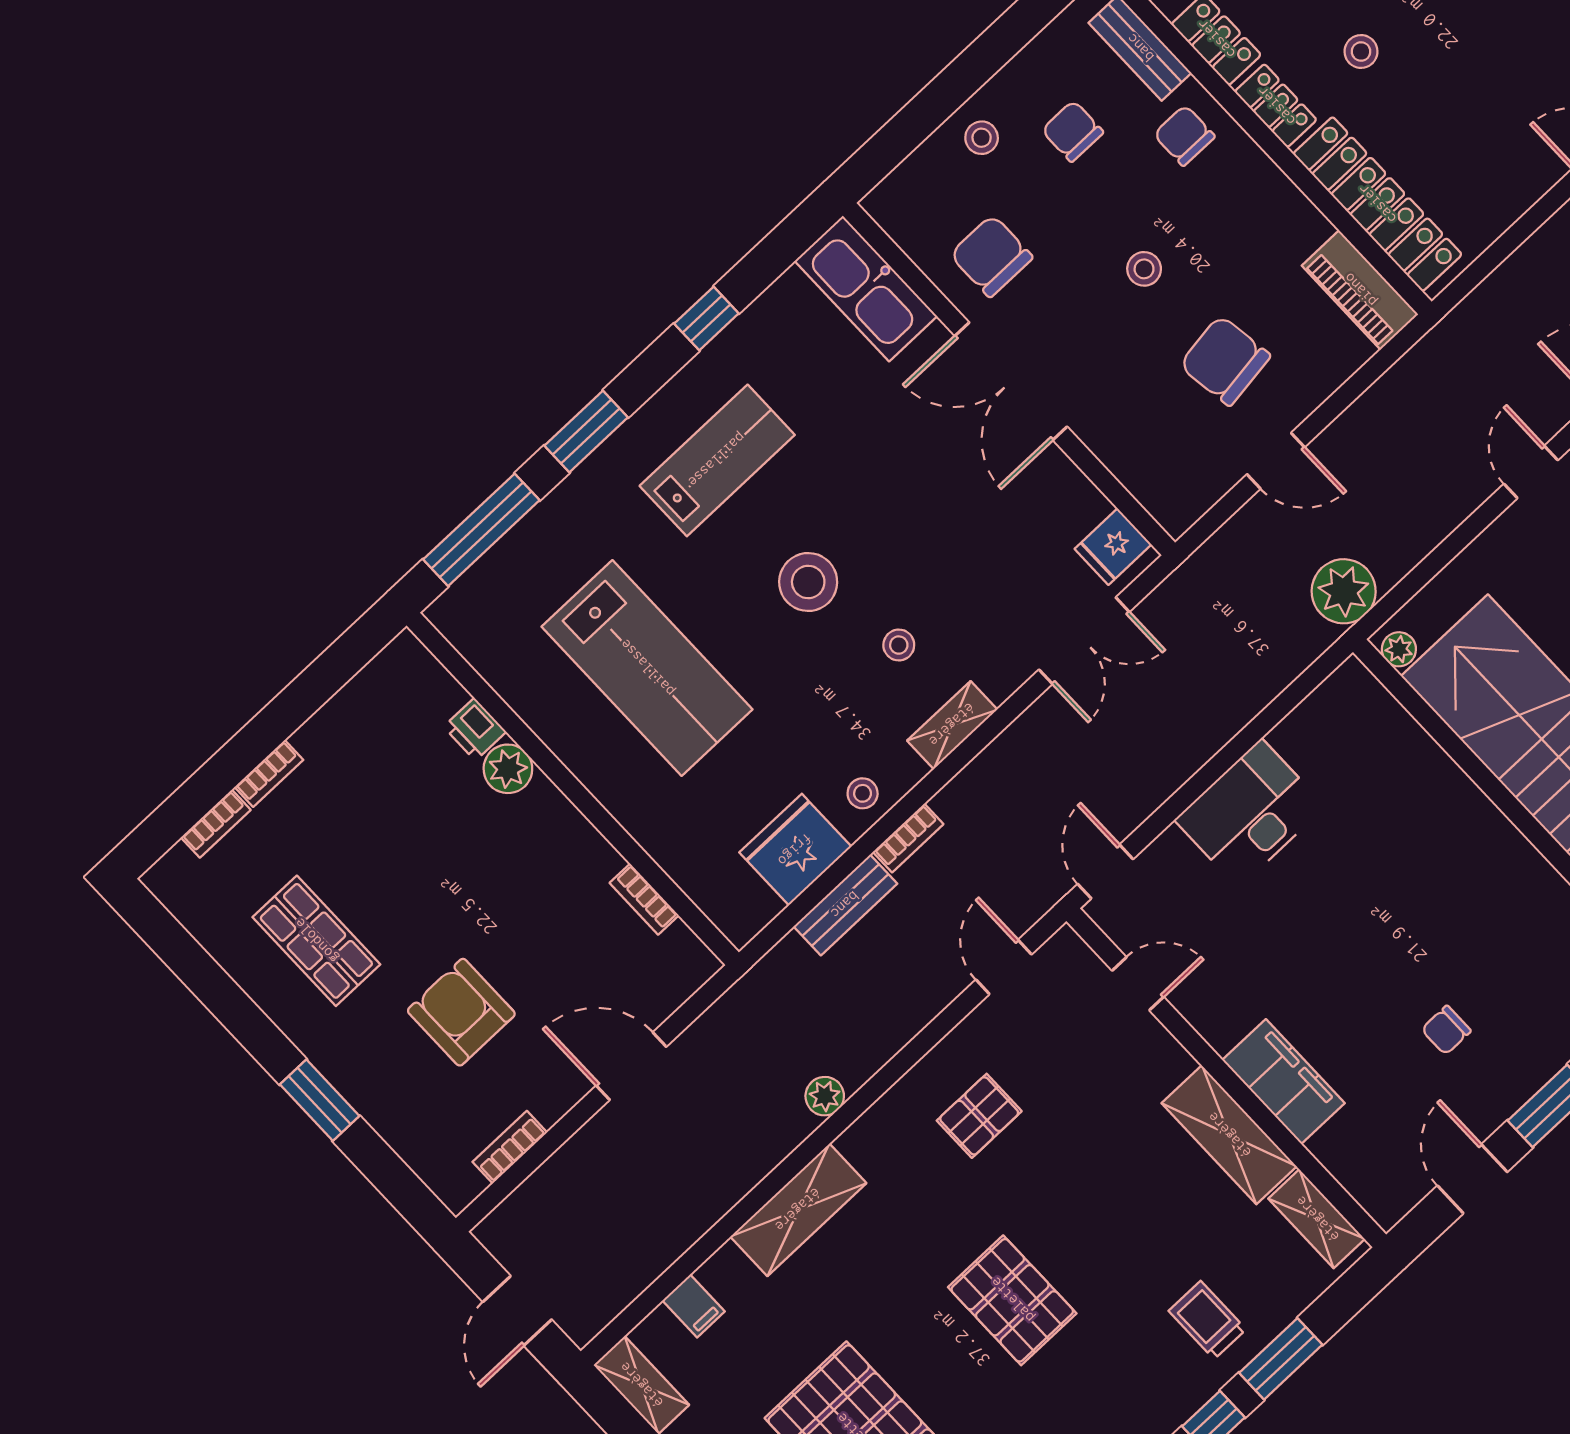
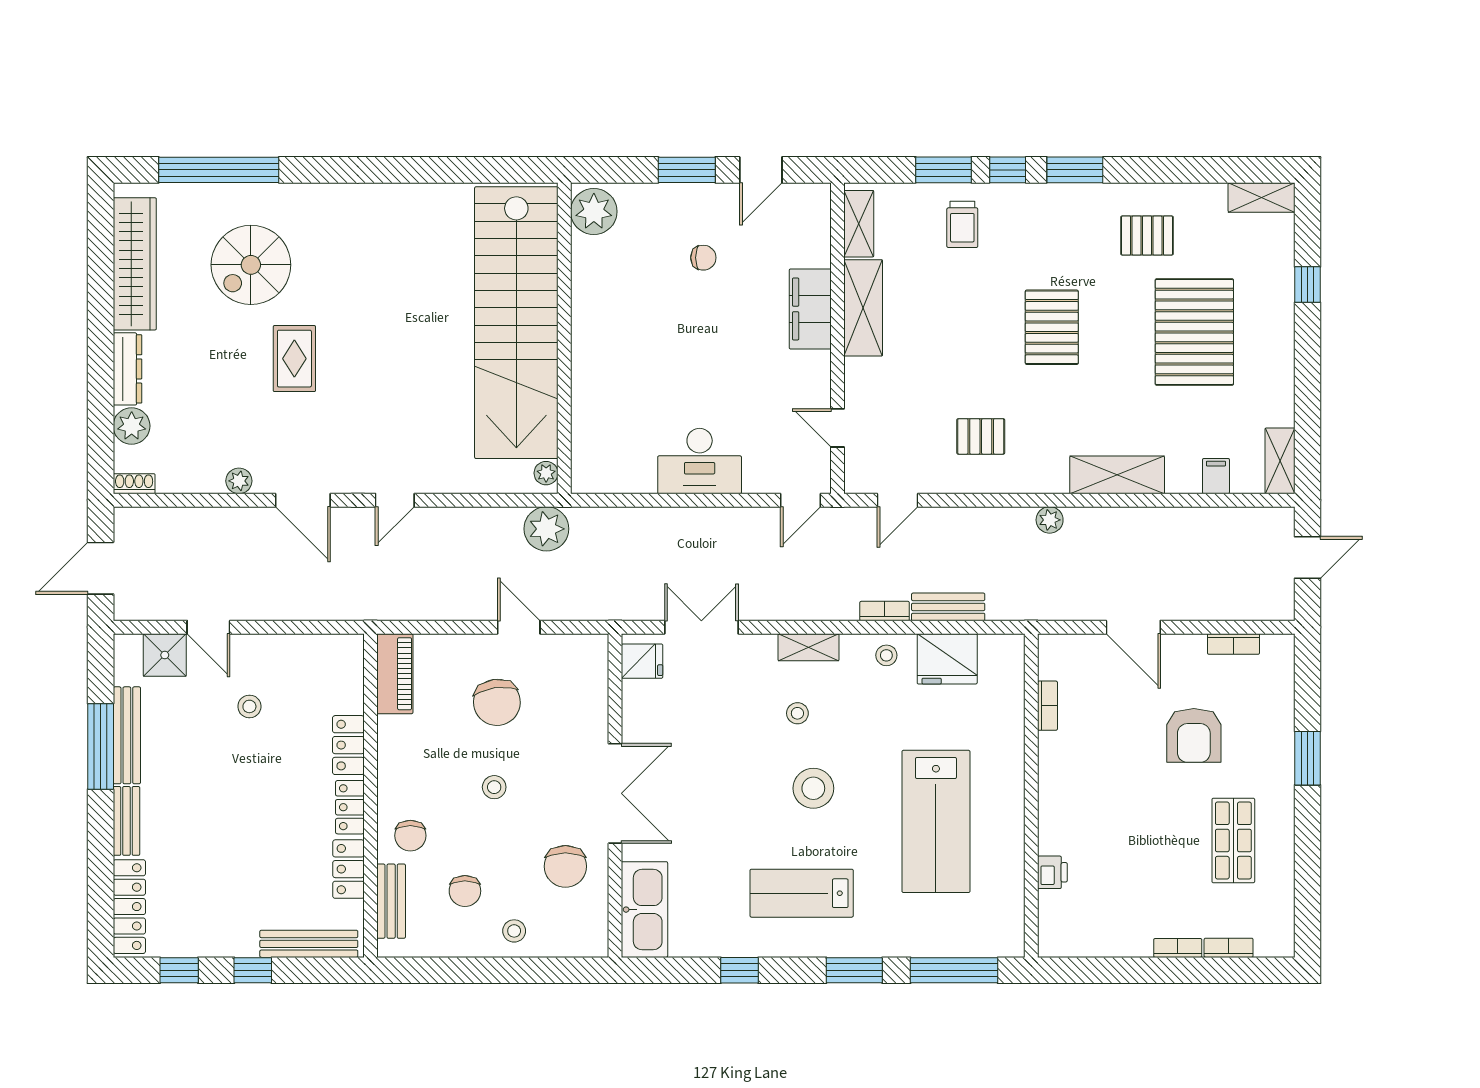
stool: (1361, 52) -> (249, 706), moved
locker: (1377, 204) -> (348, 745), width x0.46, depth x0.83
lab bench: (647, 668) -> (936, 821), turned 180
plant: (508, 769) -> (1054, 837), removed

